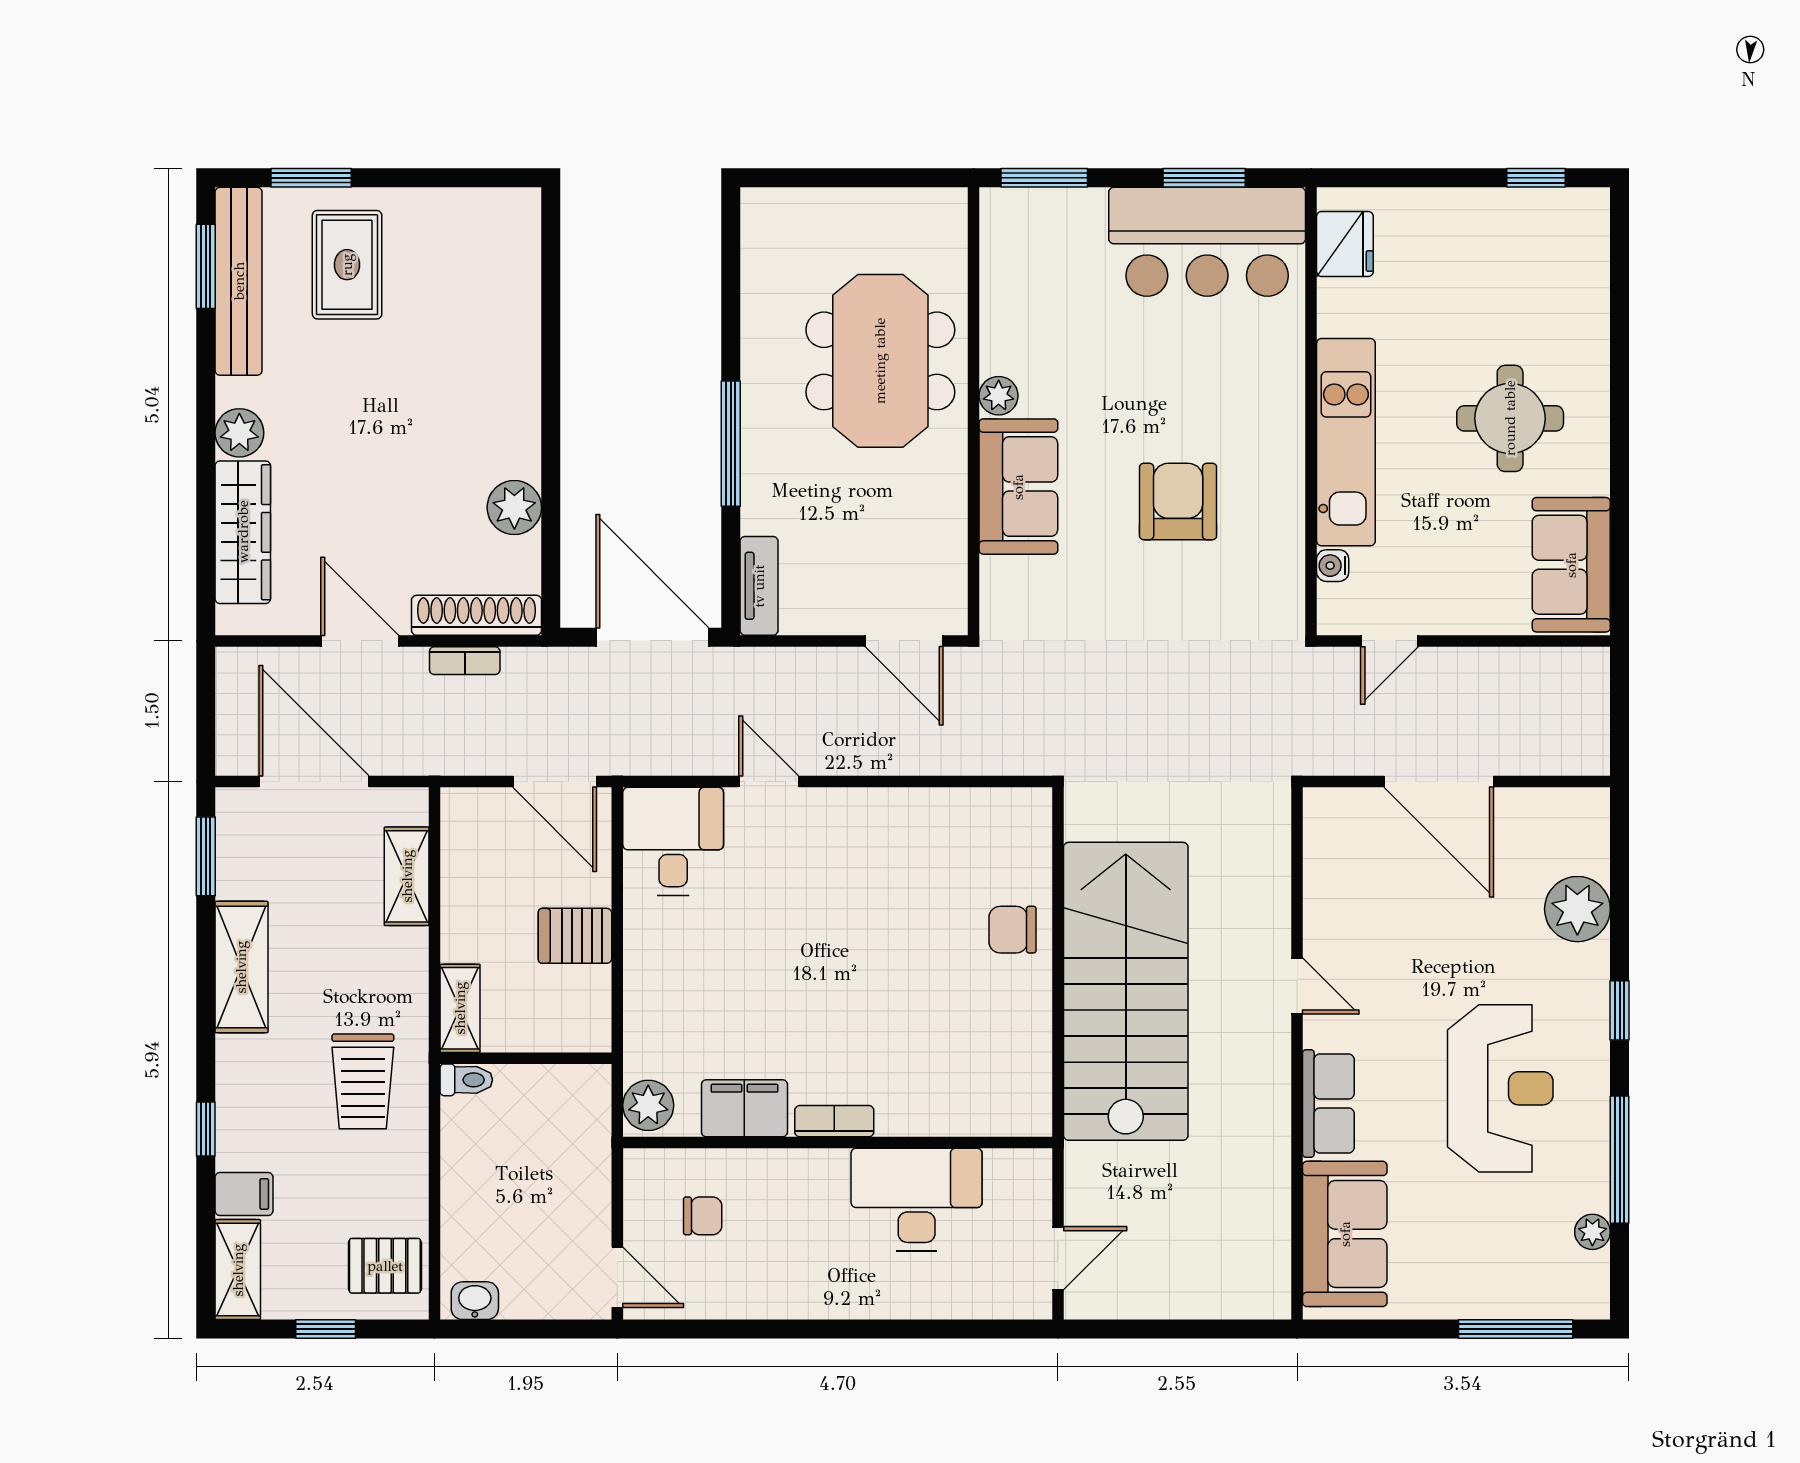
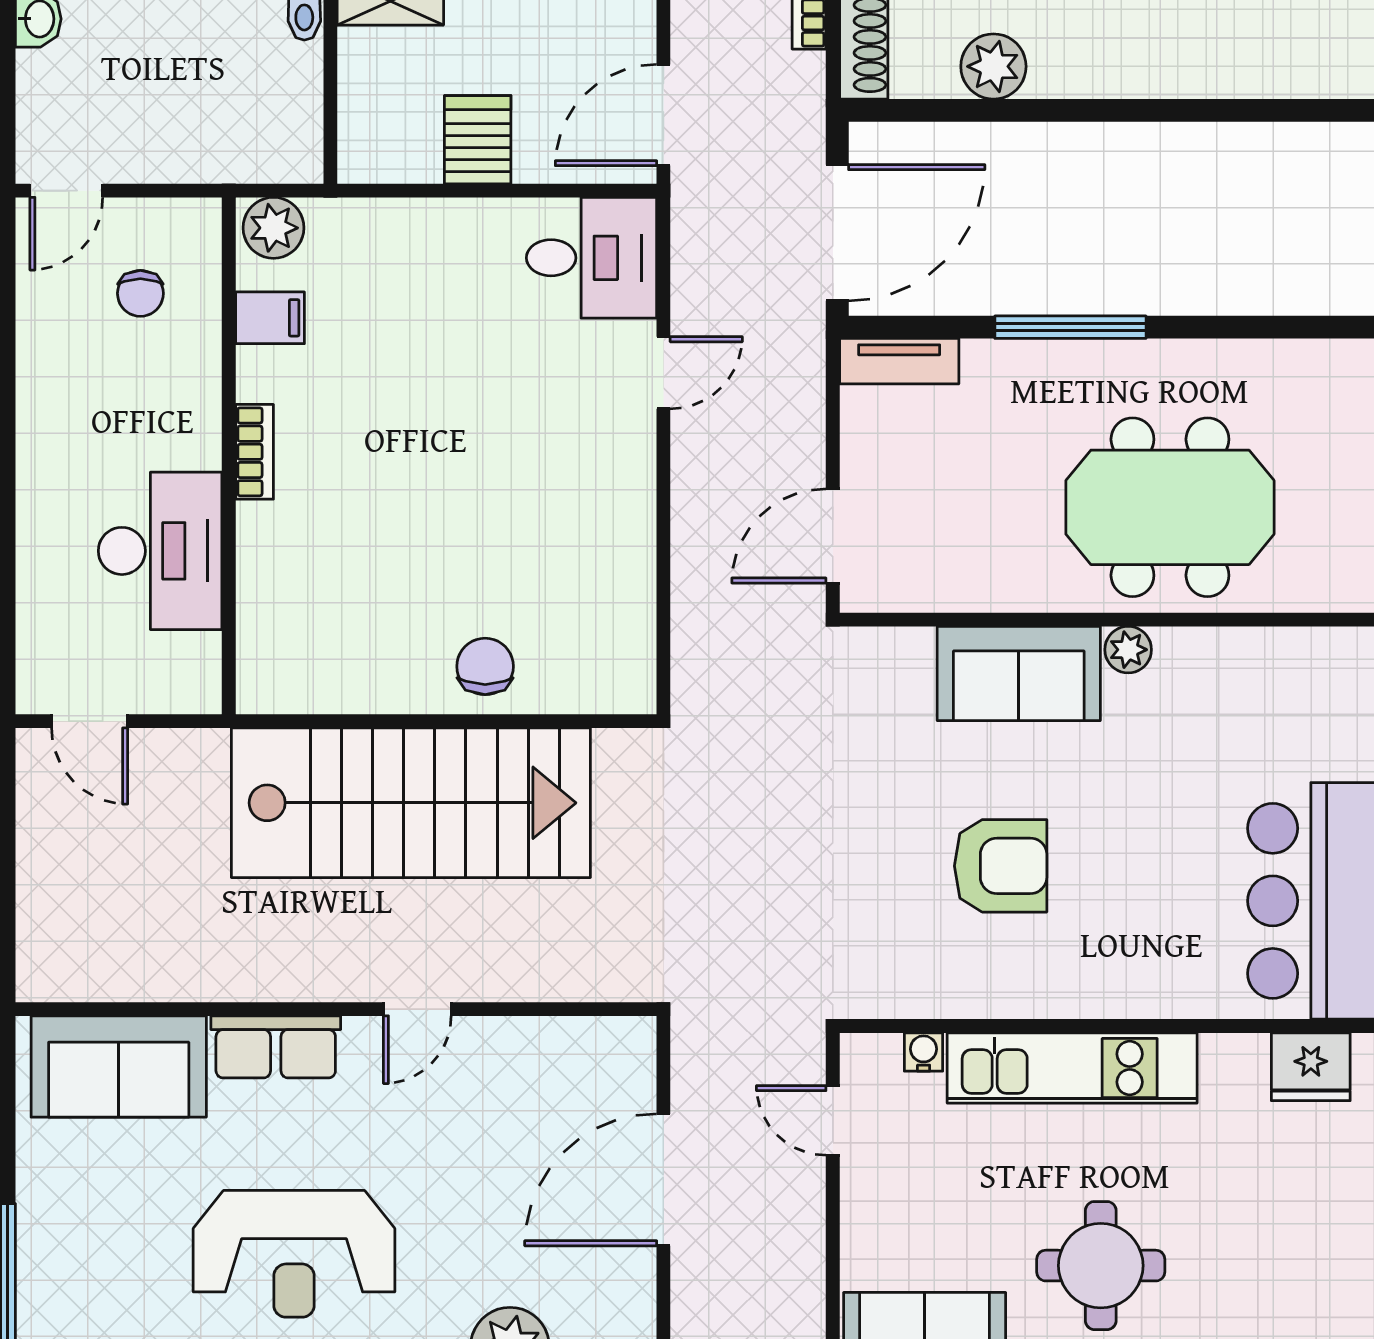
filing cabinet: (744, 1108) -> (270, 318), width x0.50

